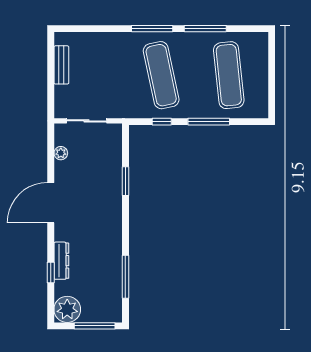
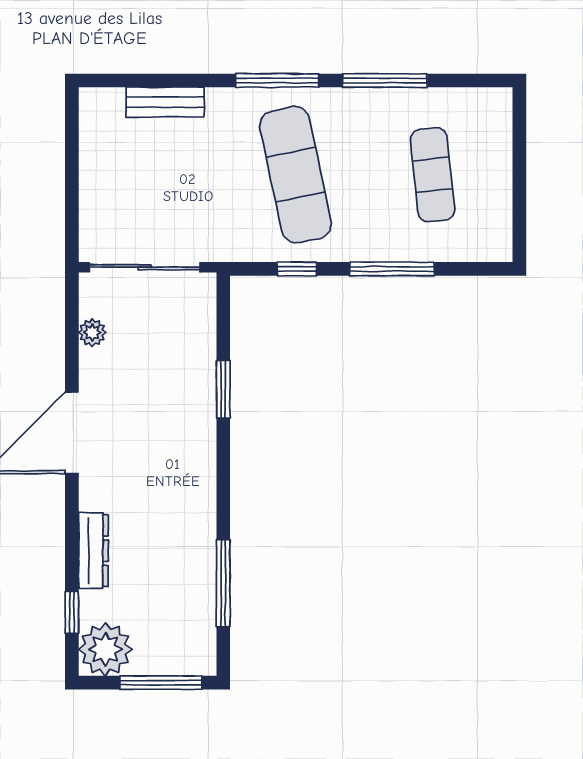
bench: (61, 65) -> (165, 102), moved, turned 90
exercise mat: (229, 75) -> (433, 175), width x0.73, depth x0.69
sliding door: (87, 121) -> (145, 267), width x1.37
window: (51, 273) -> (72, 613), moved

